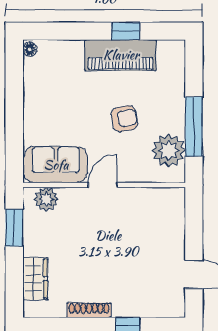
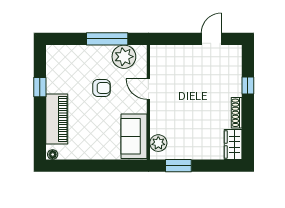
piano: (121, 55) -> (57, 119), moved
armchair: (124, 119) -> (101, 88), turned 100
door: (103, 185) -> (148, 89), moved
wardrobe: (35, 279) -> (233, 144), moved, turned -90

